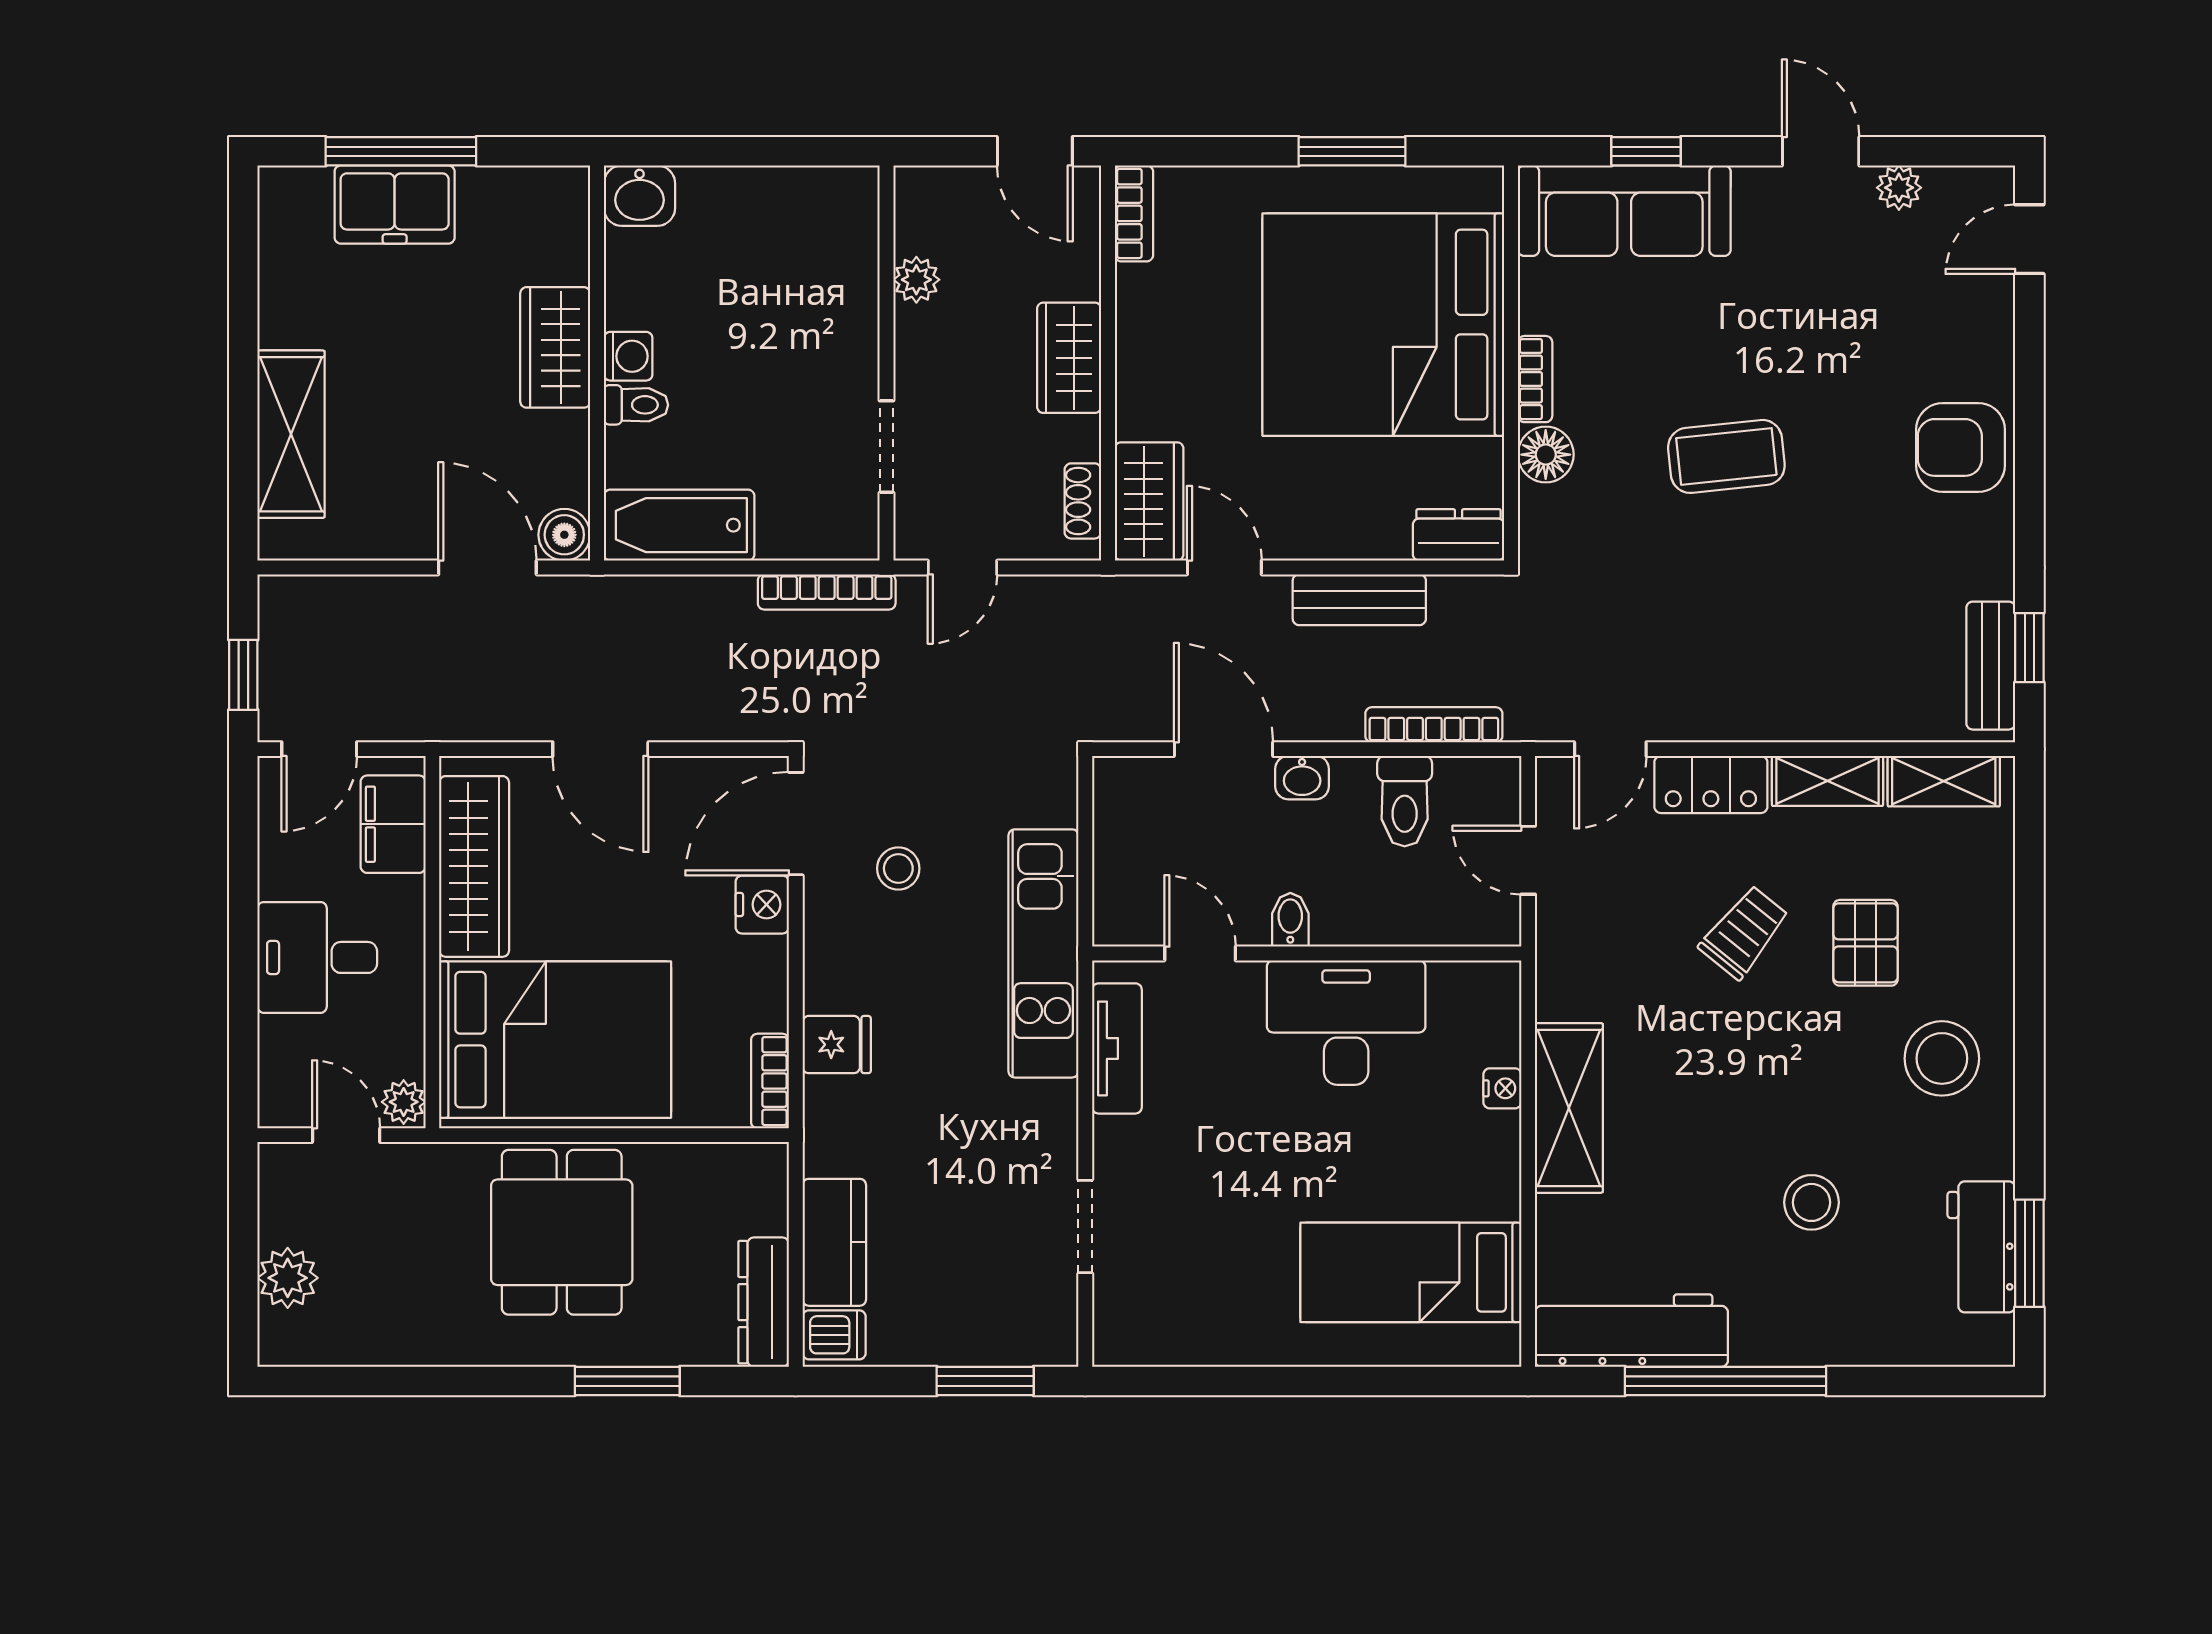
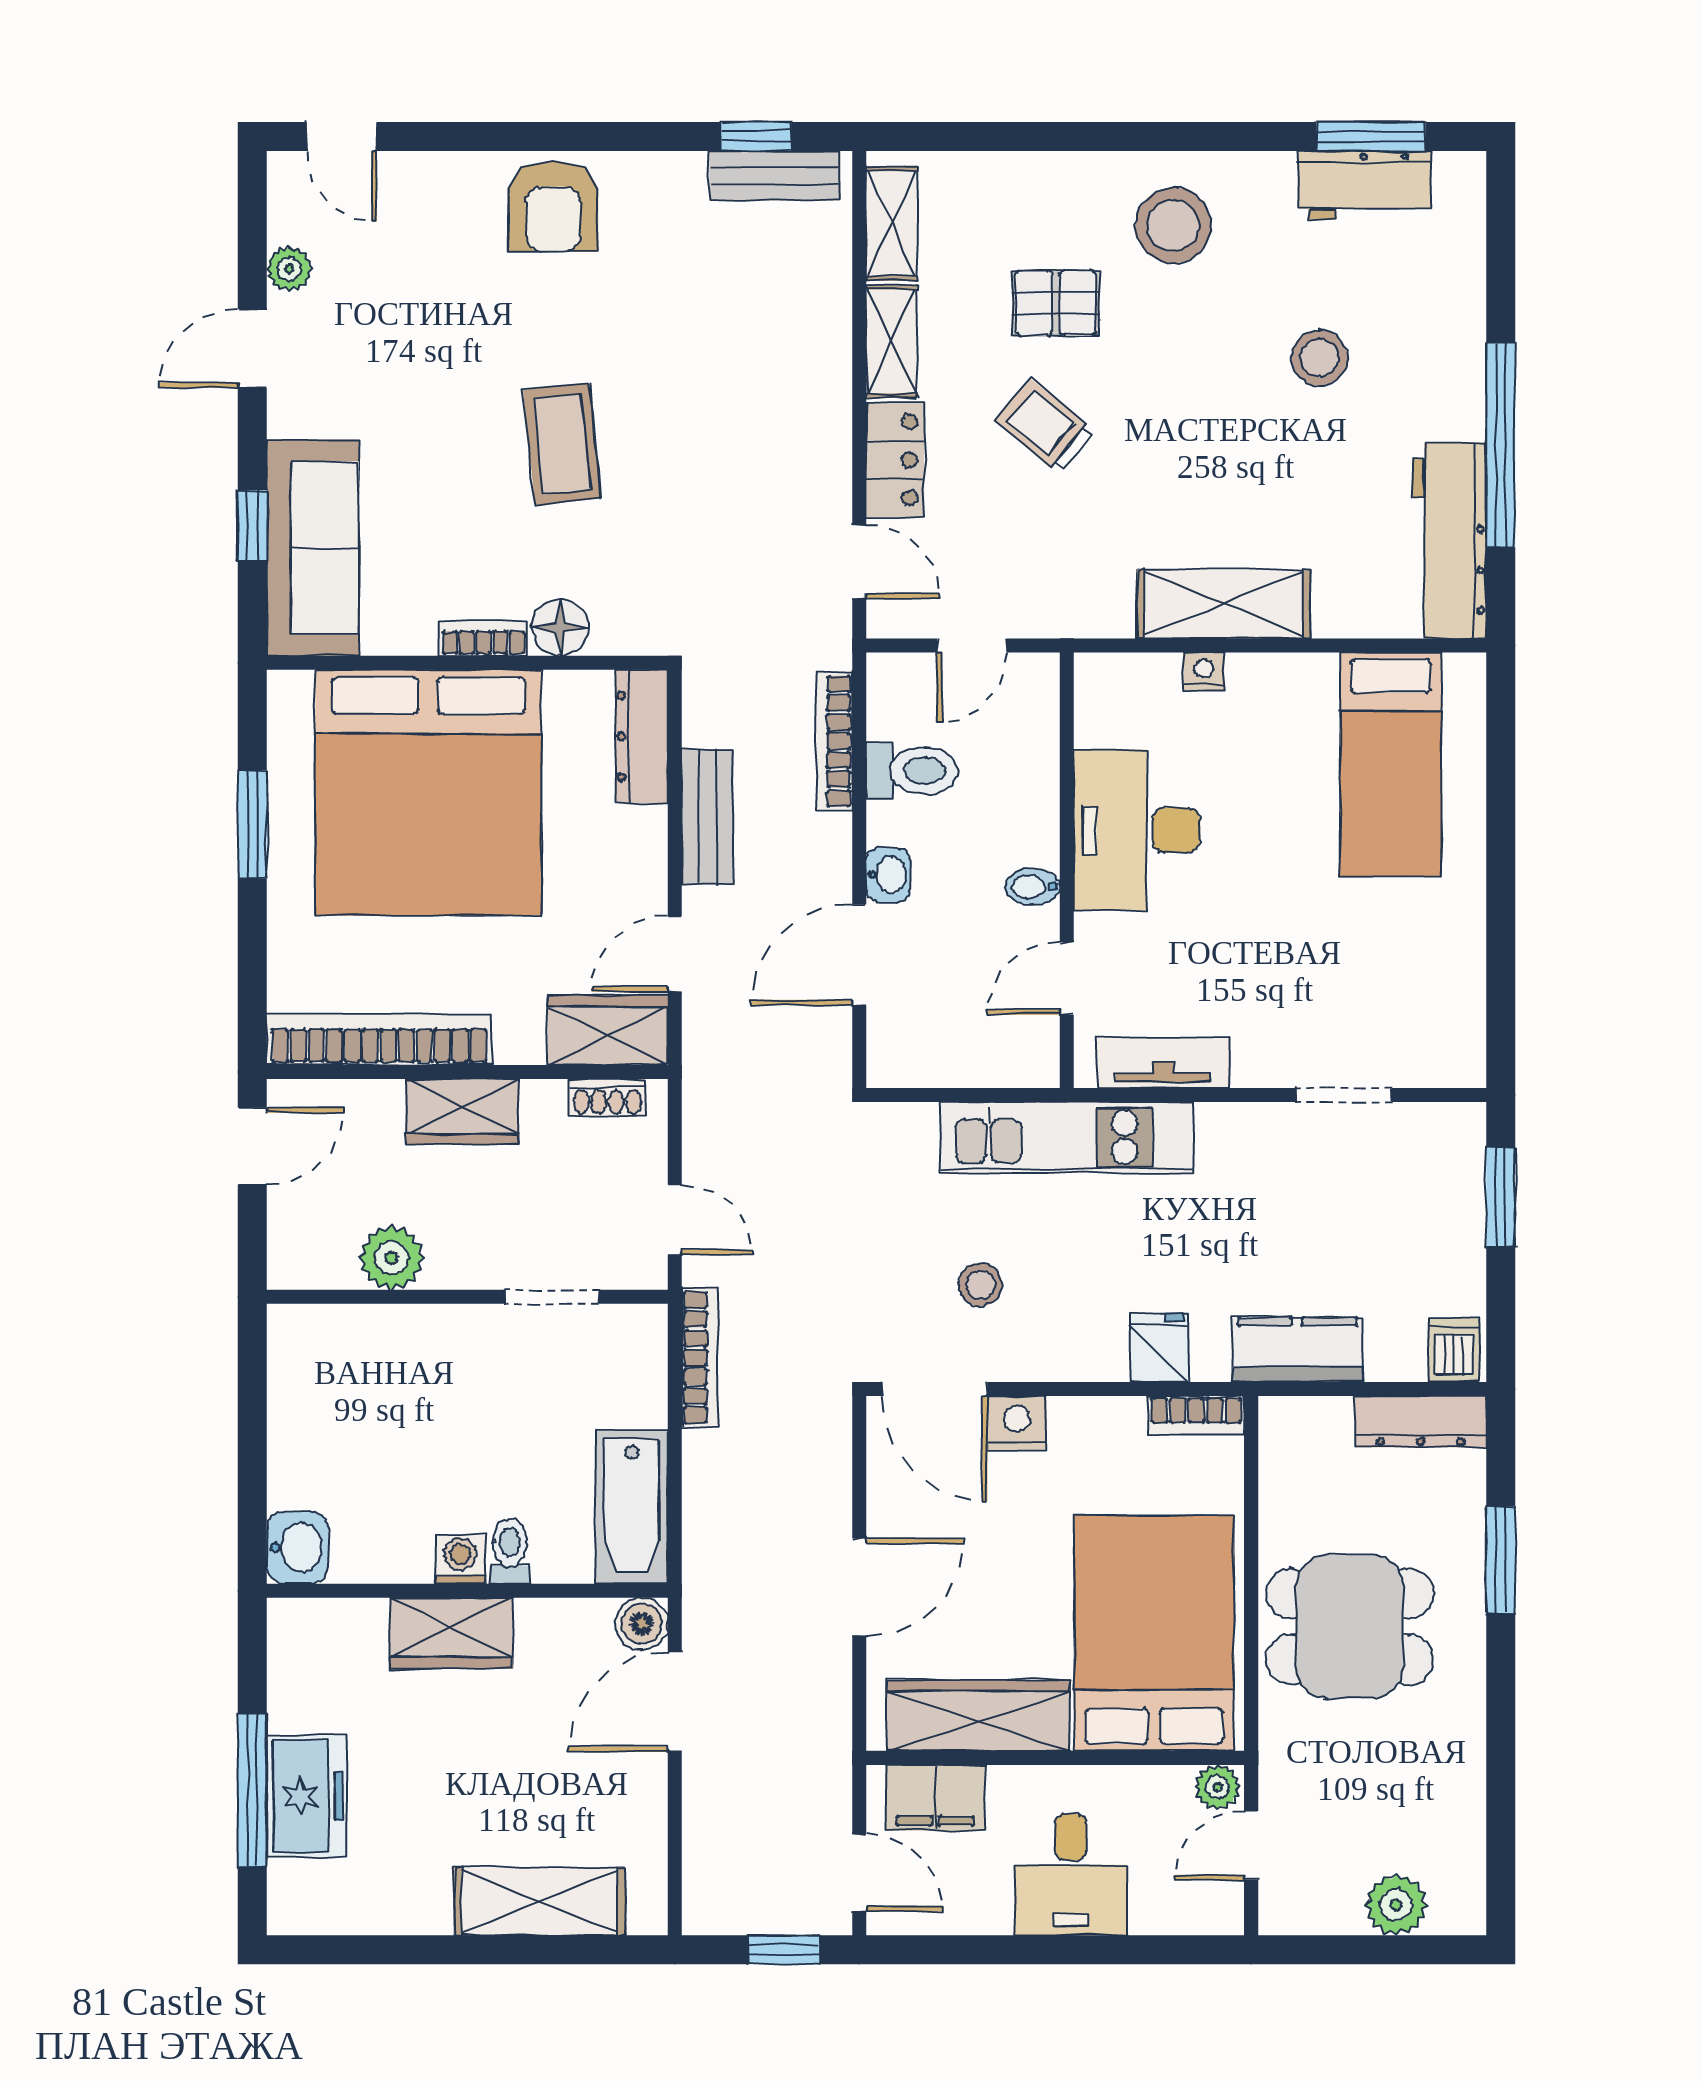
bookcase: (1134, 213) -> (379, 1039), width x2.31, depth x1.31
plant: (916, 280) -> (391, 1258), width x1.38, depth x1.38
dresser: (1459, 535) -> (642, 736), width x1.44
kitchen counter: (834, 1242) -> (1297, 1350), moved

